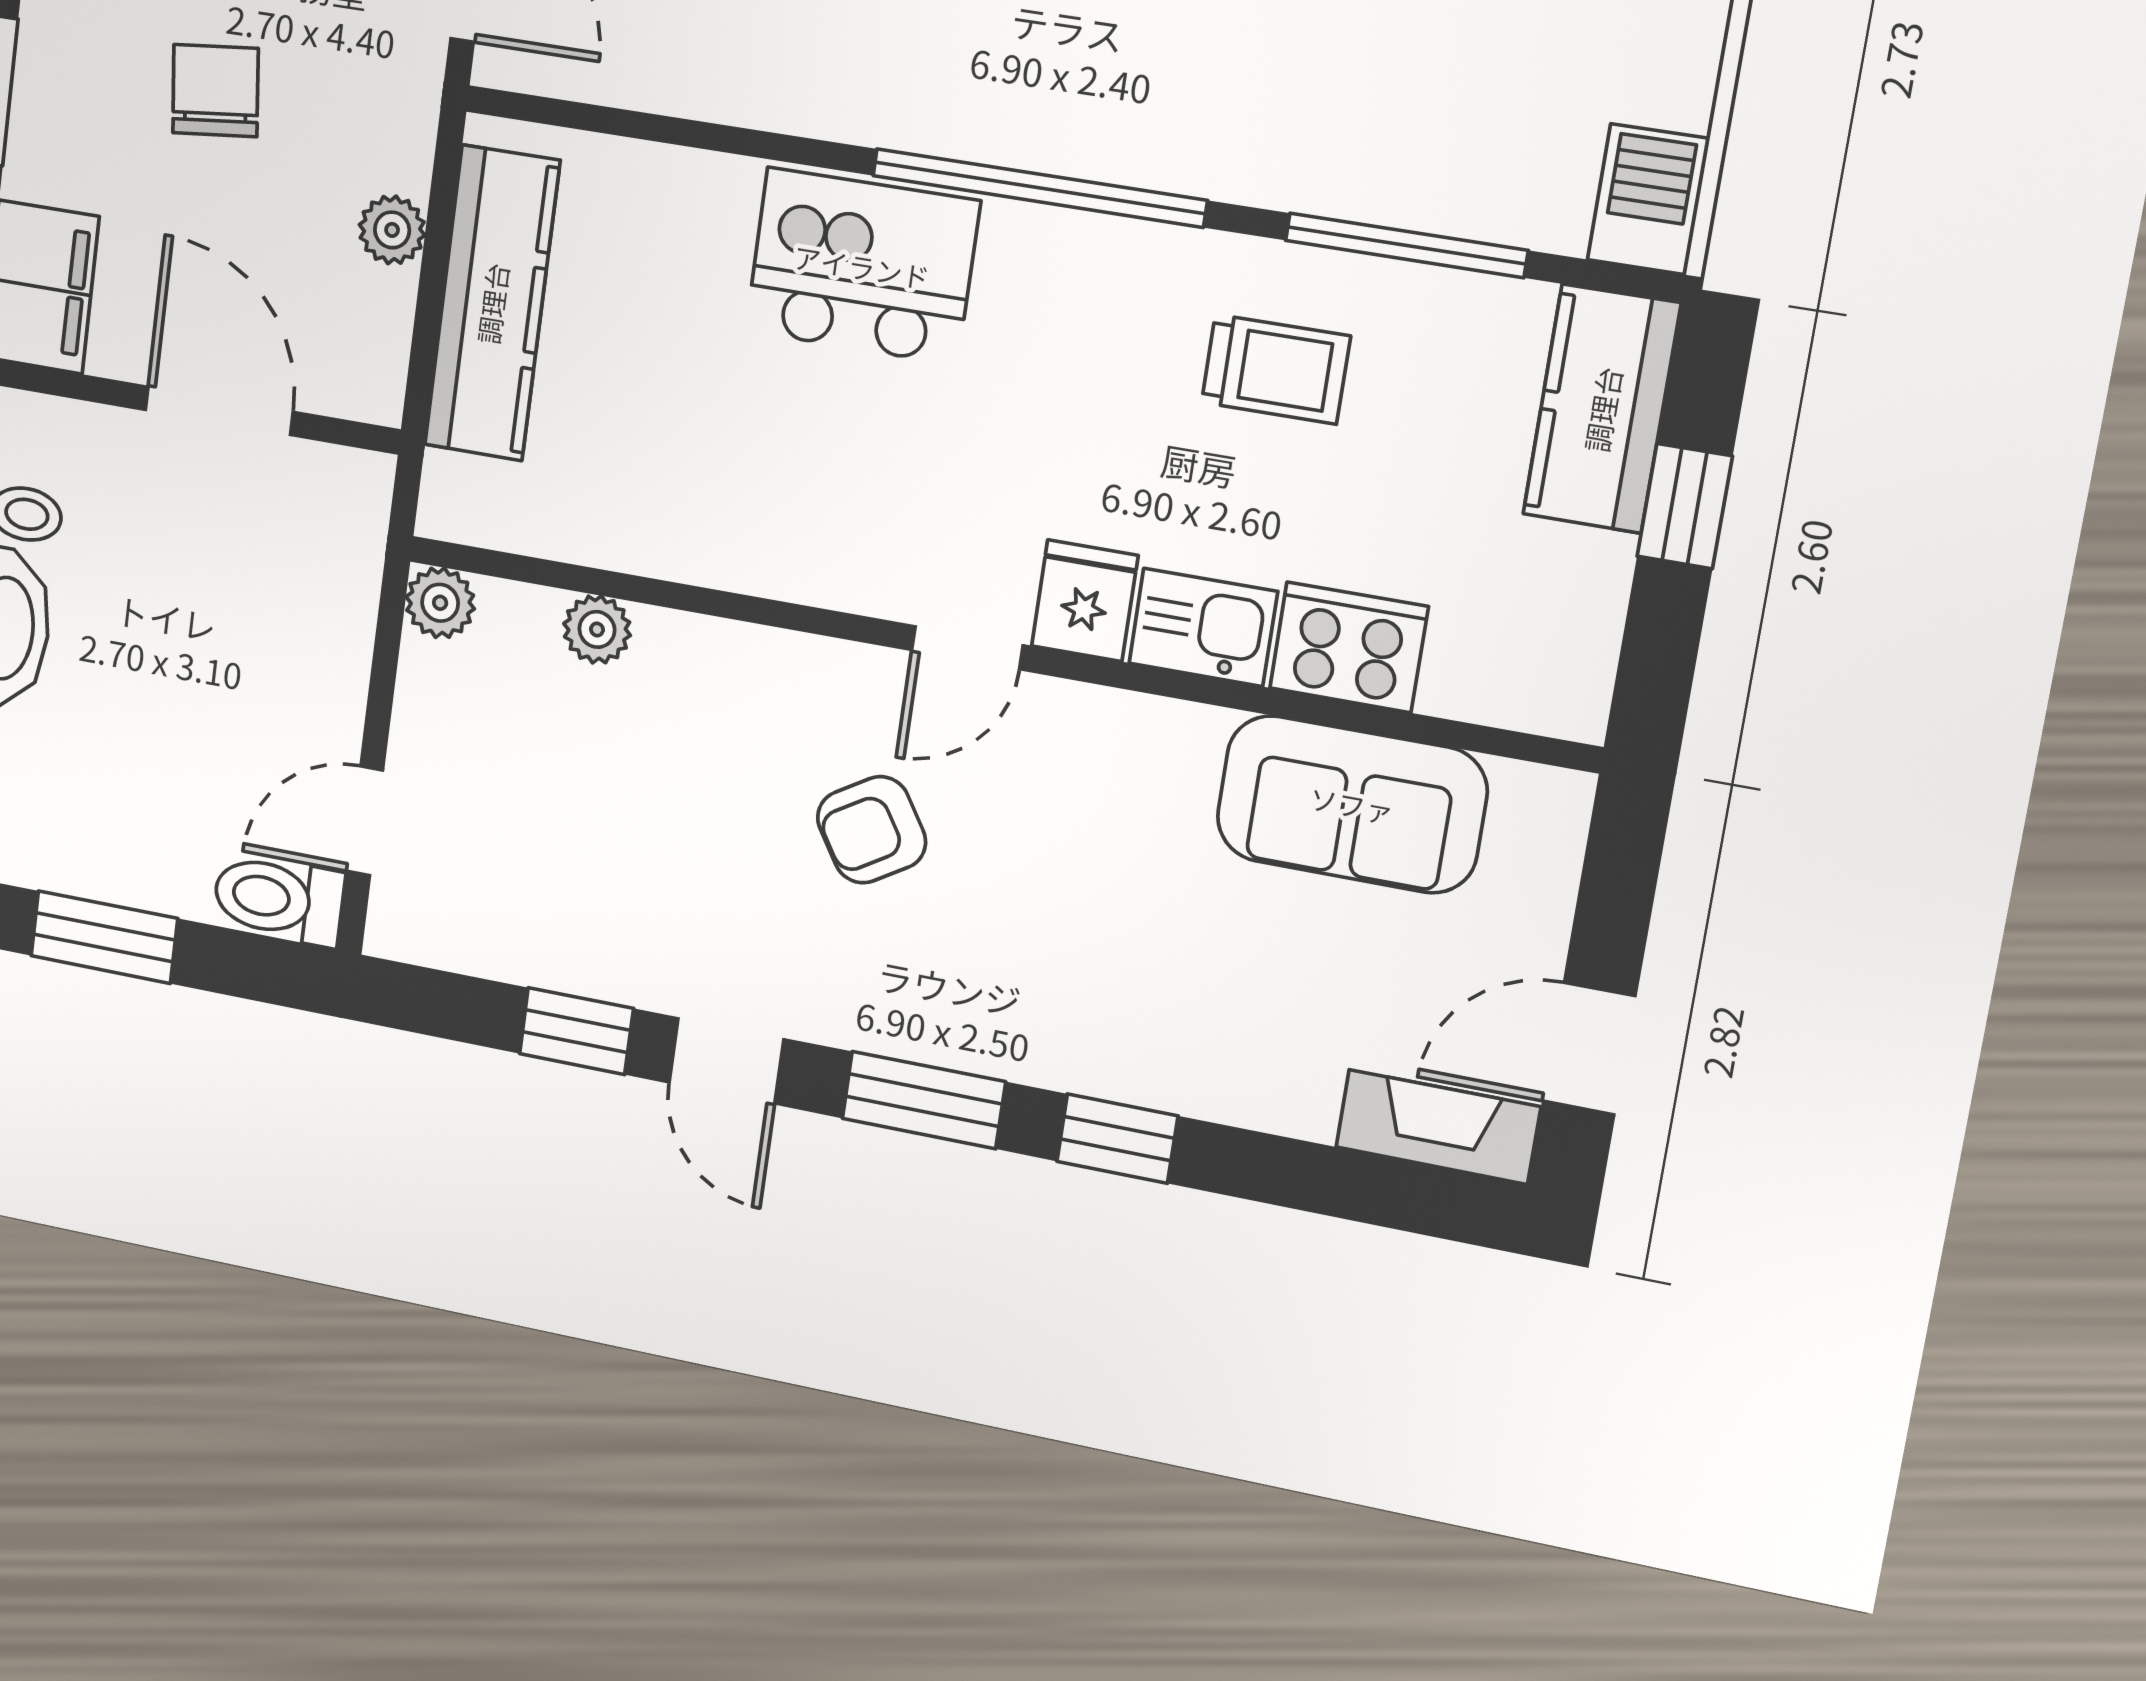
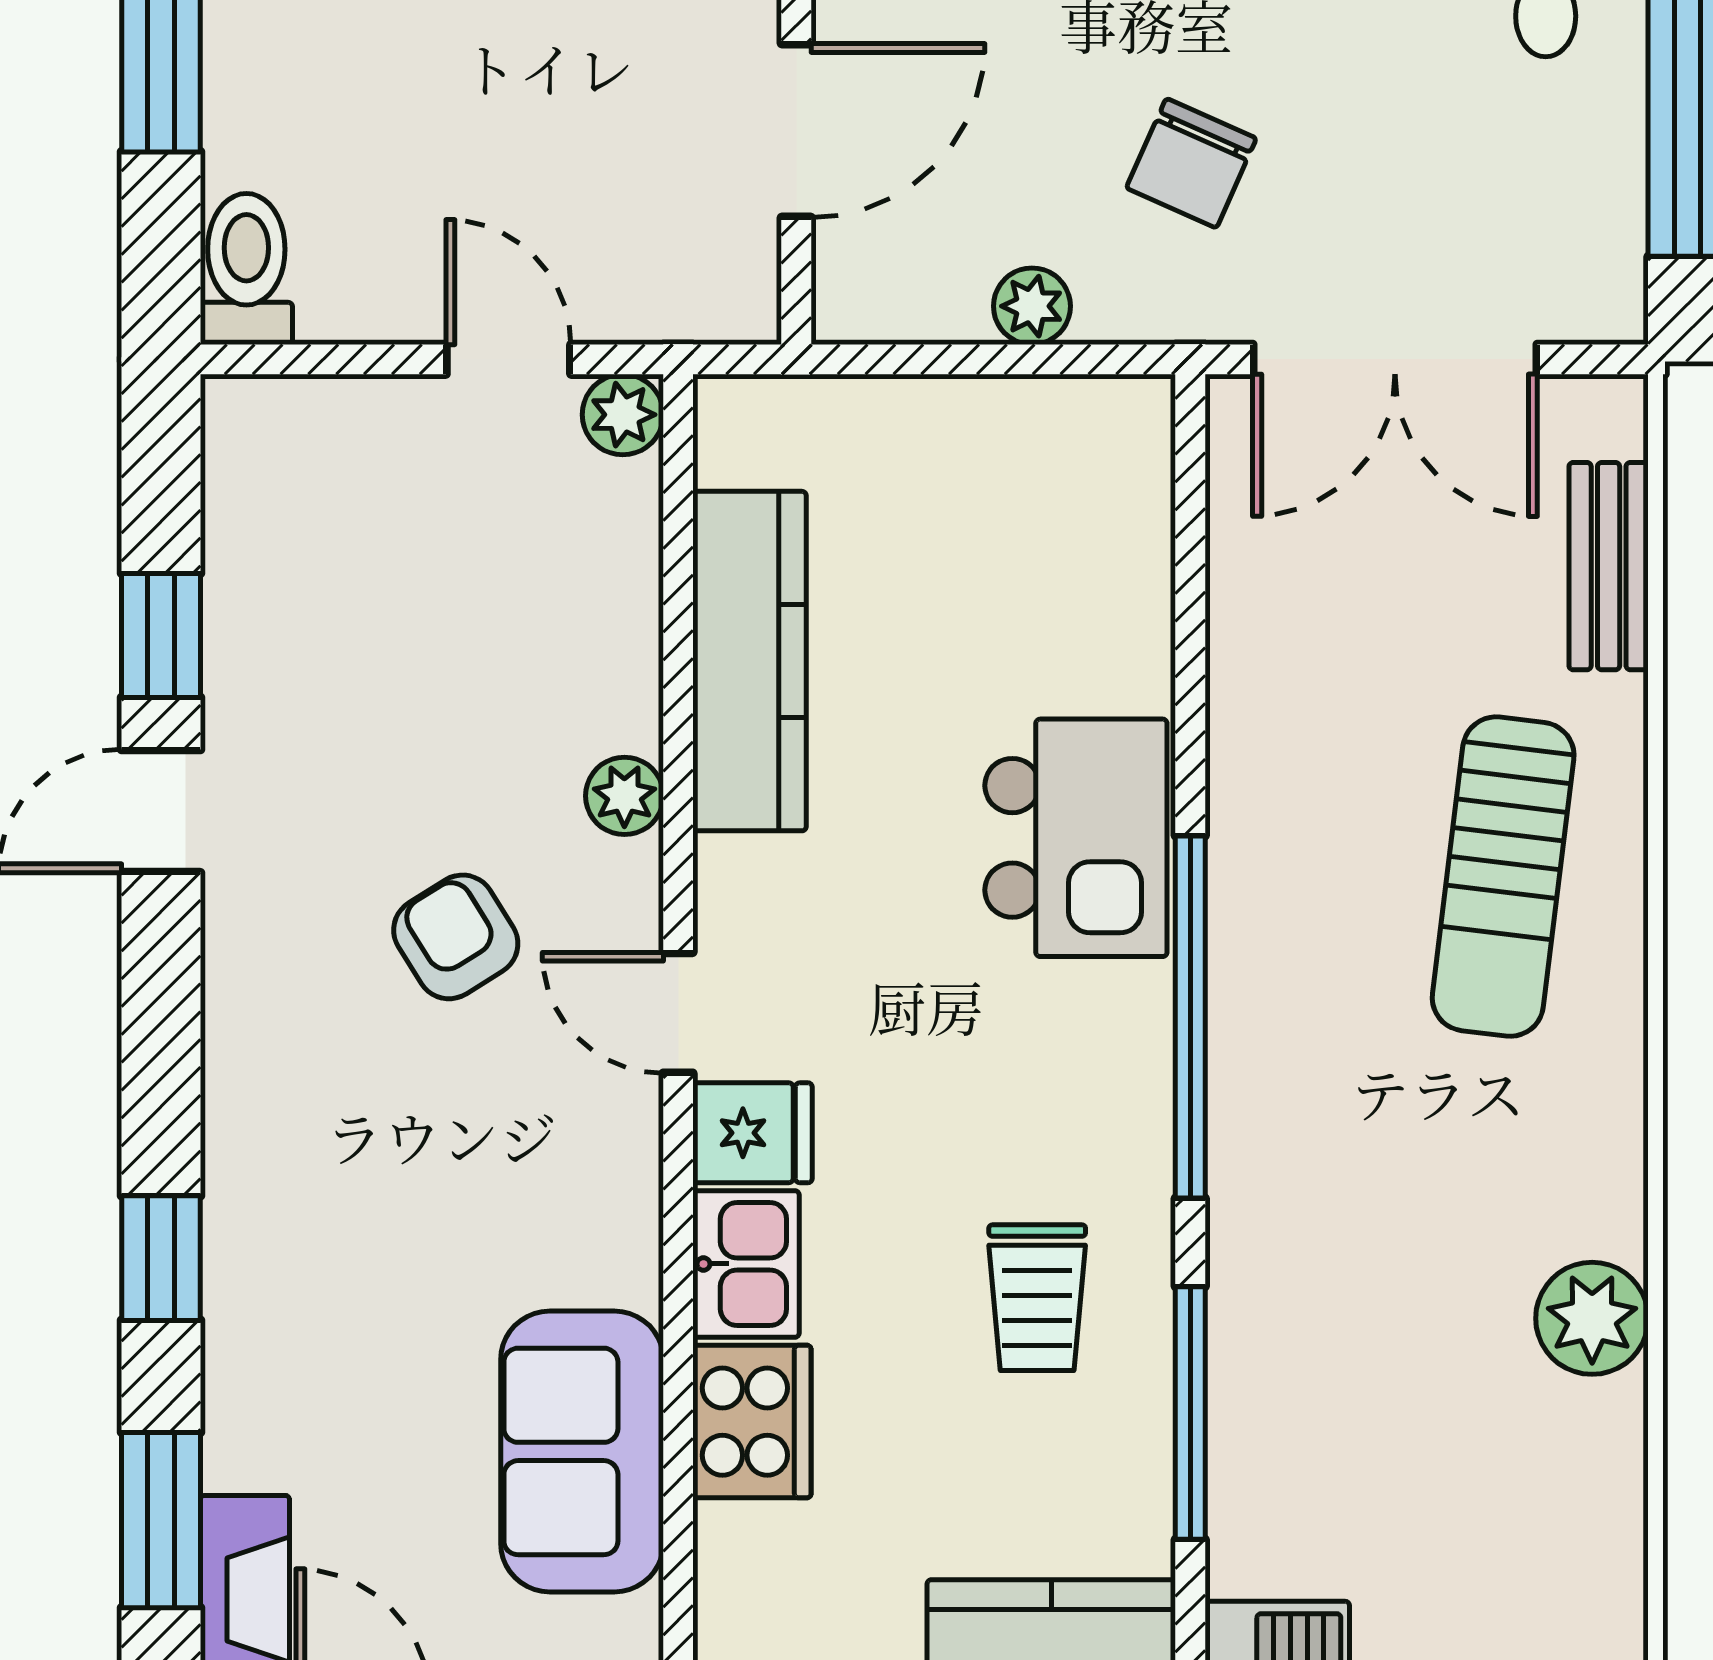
chair: (215, 91) -> (1191, 163), moved, turned 120
kitchen counter: (492, 303) -> (749, 661), moved, turned -90
plant: (597, 629) -> (624, 796), moved
door: (365, 821) -> (508, 359), moved
window: (924, 1100) -> (161, 1520), moved

